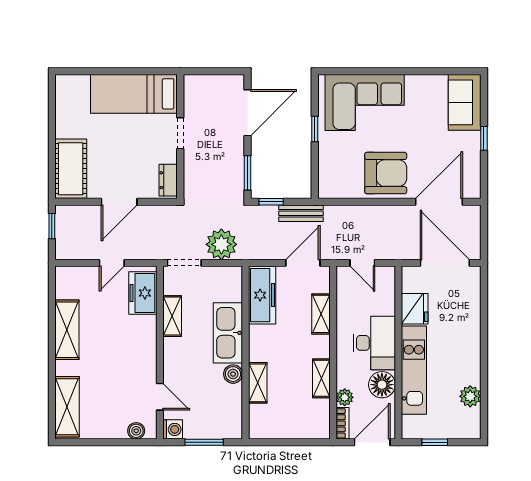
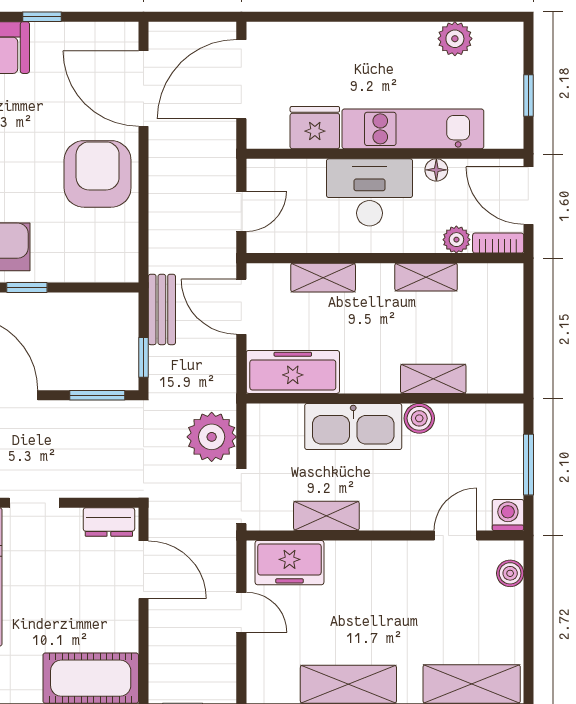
door: (119, 202) -> (144, 570), moved
floor lamp: (382, 385) -> (436, 170), width x0.53, depth x0.53

